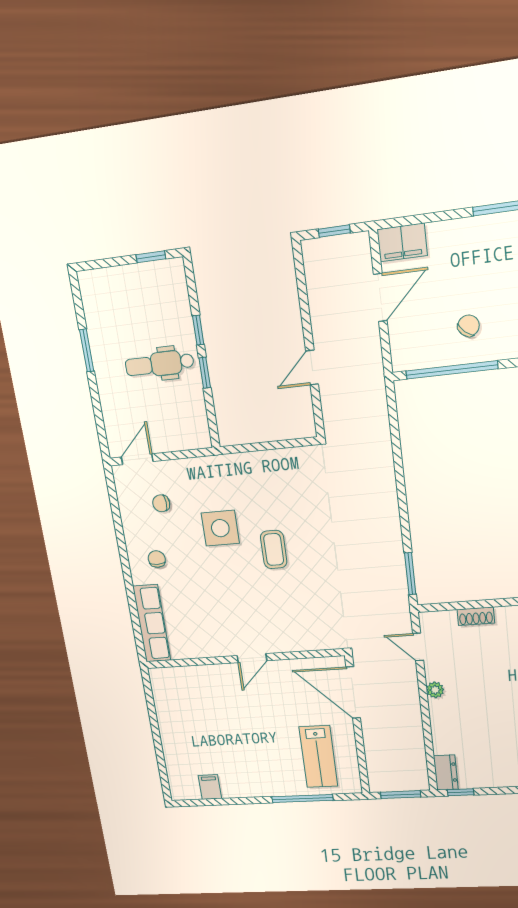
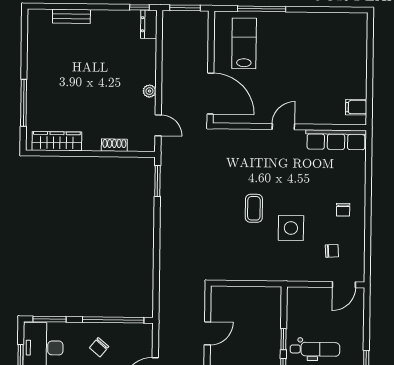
row of seats: (152, 623) -> (336, 140), moved, turned -90
filing cabinet: (210, 787) -> (356, 107), moved, turned 90

